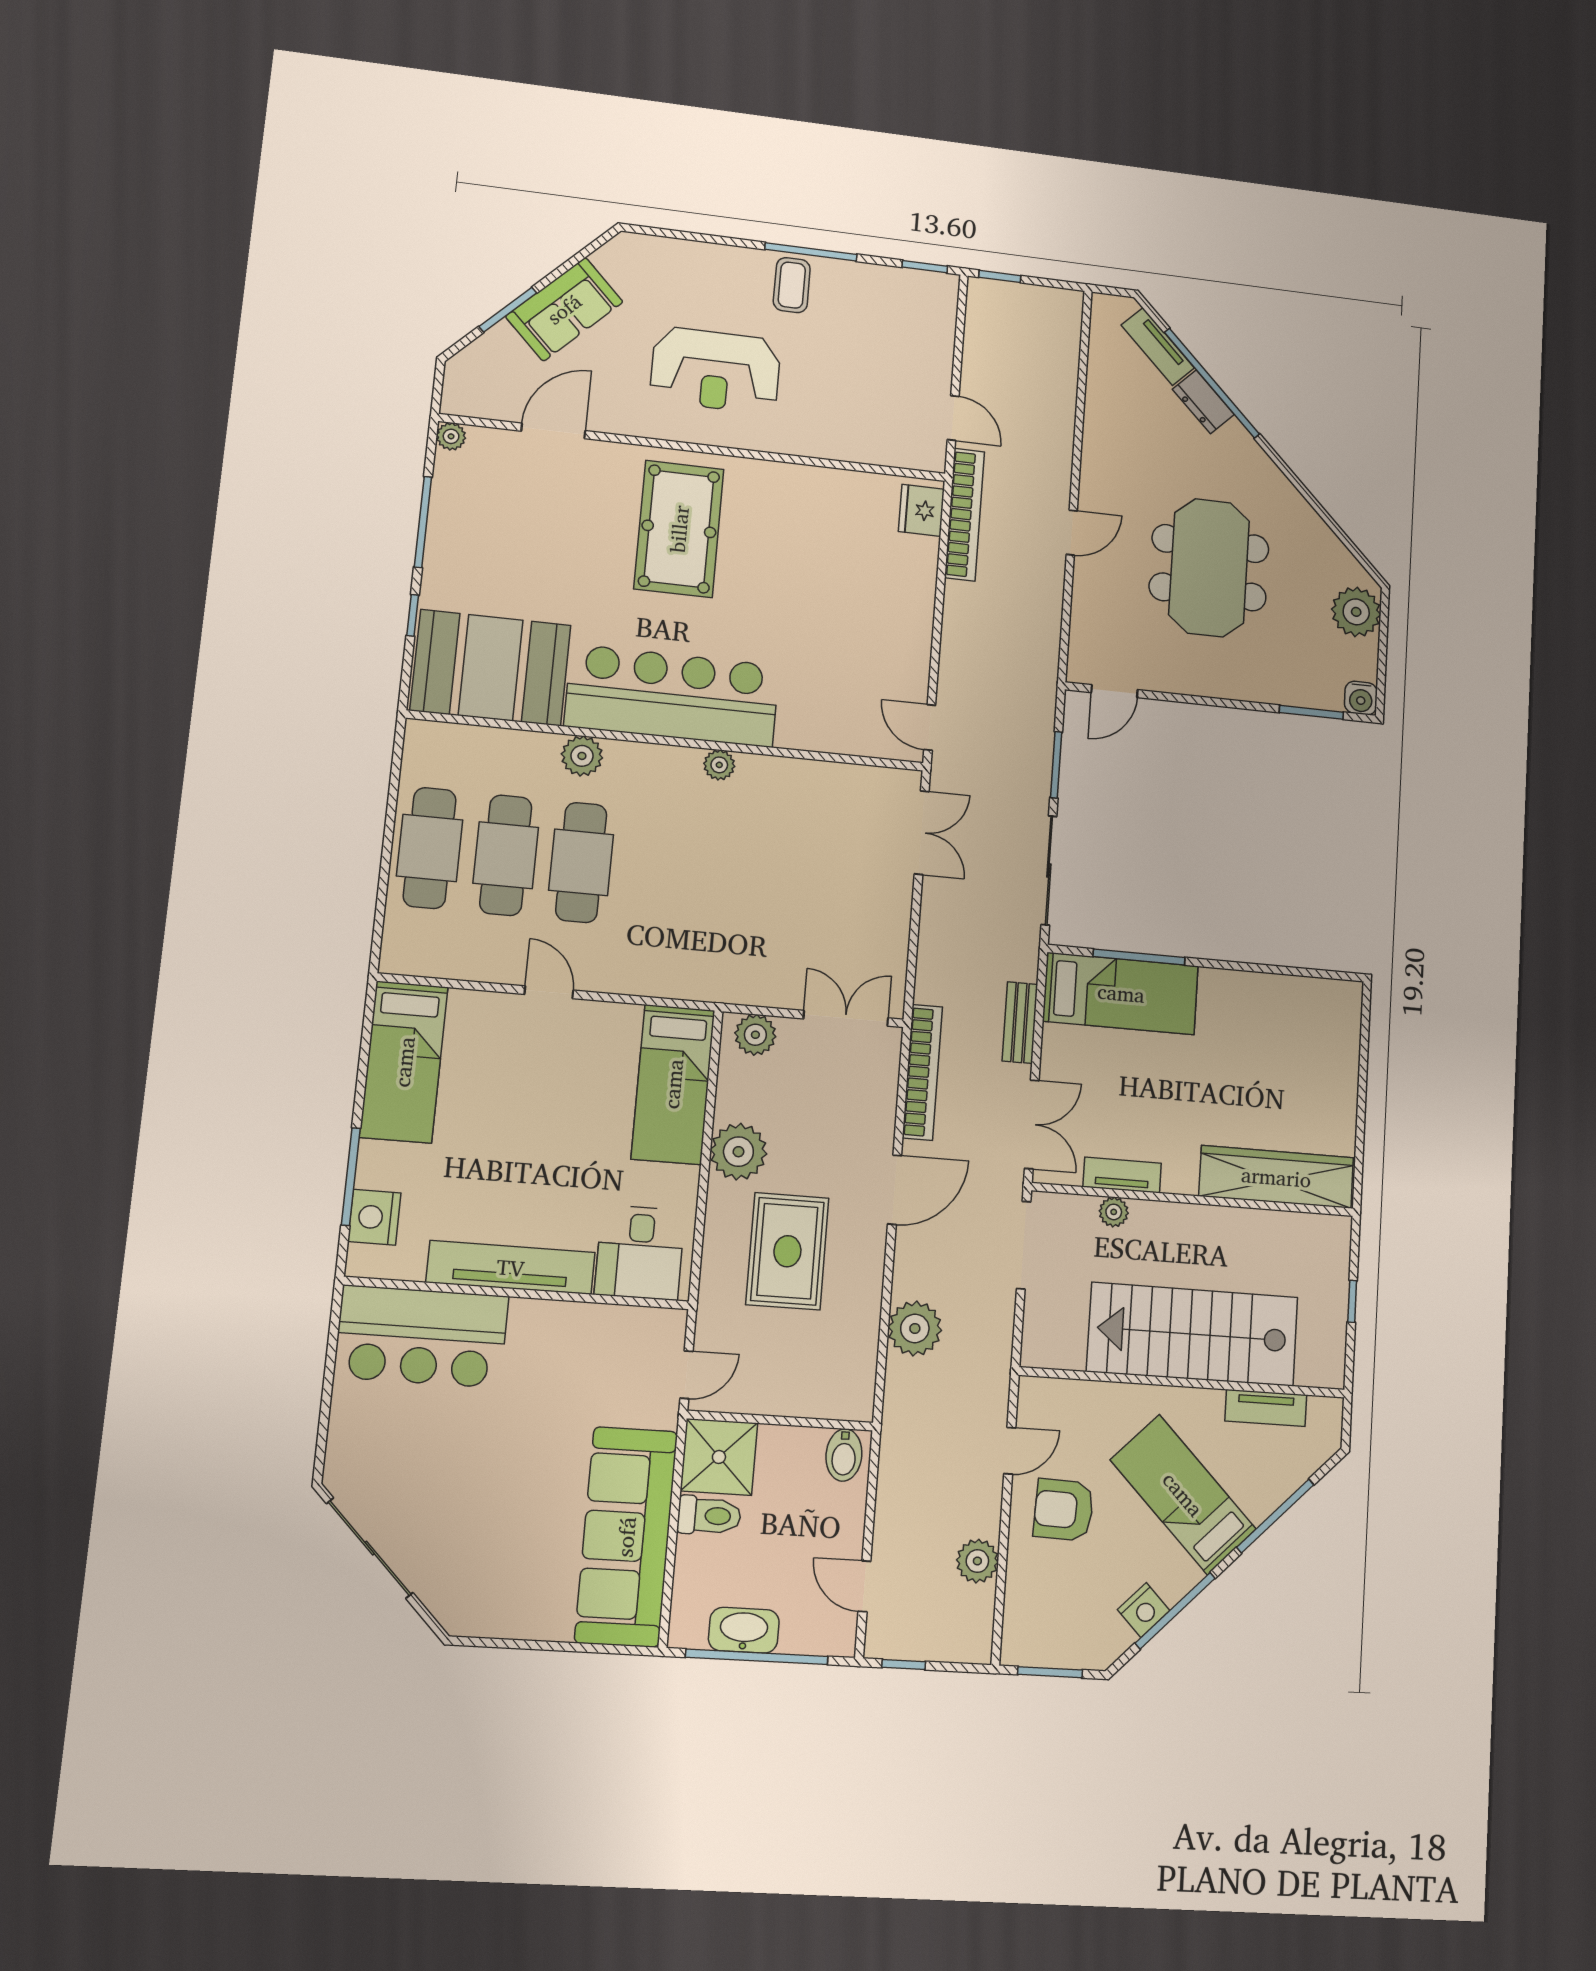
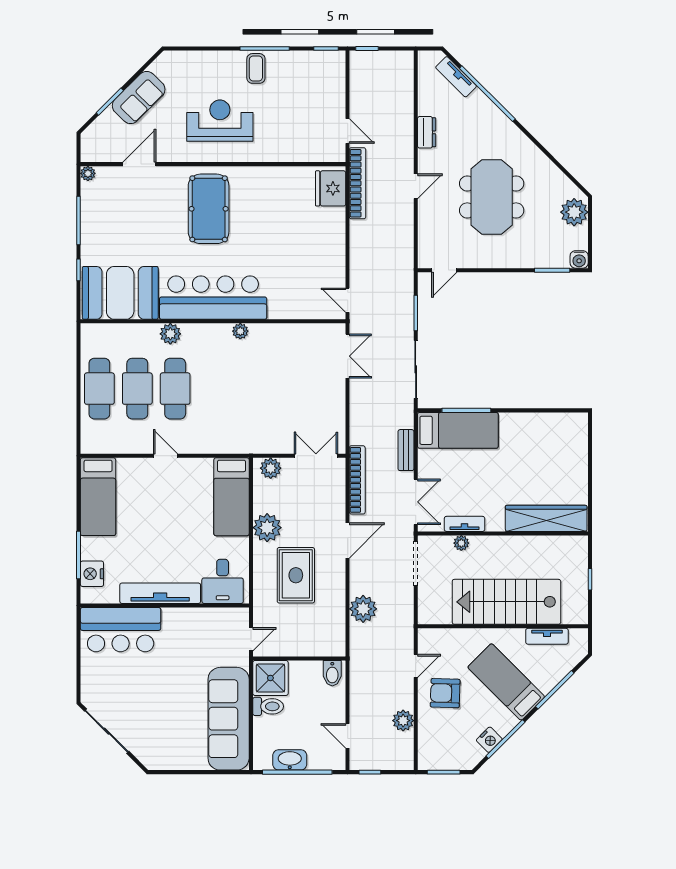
reception desk: (715, 370) -> (220, 121), turned 180
dresser: (1203, 402) -> (427, 132), moved, turned -135
fridge: (921, 510) -> (331, 188), width x1.36, depth x1.34

